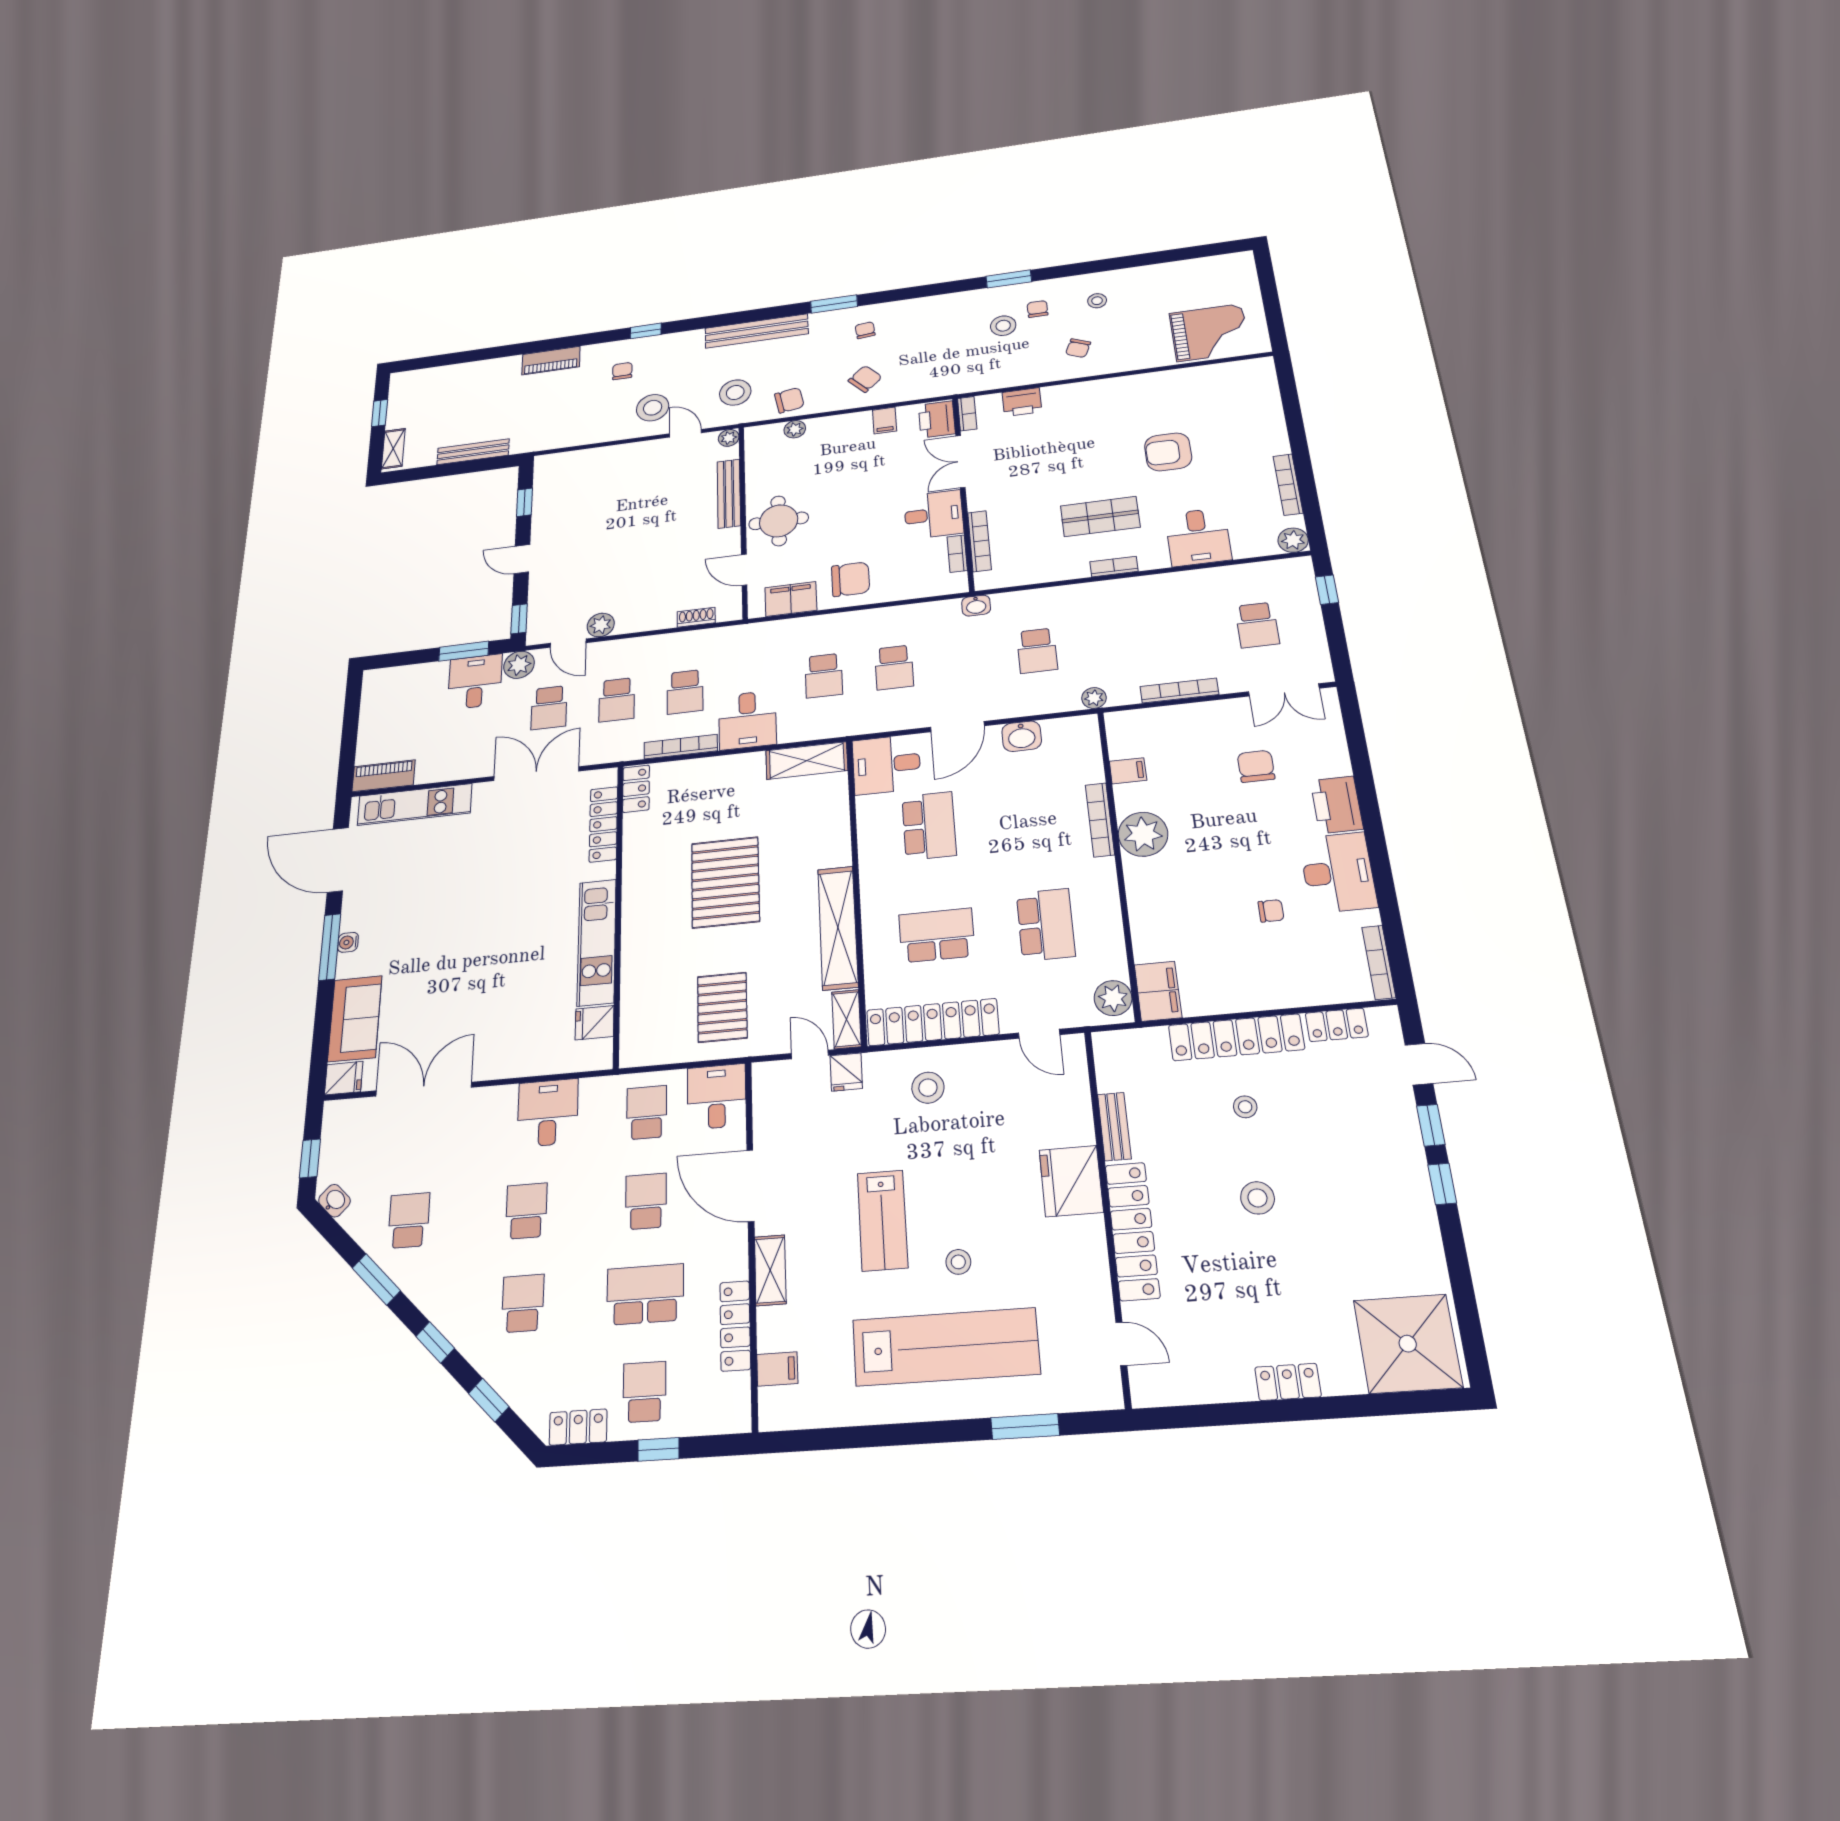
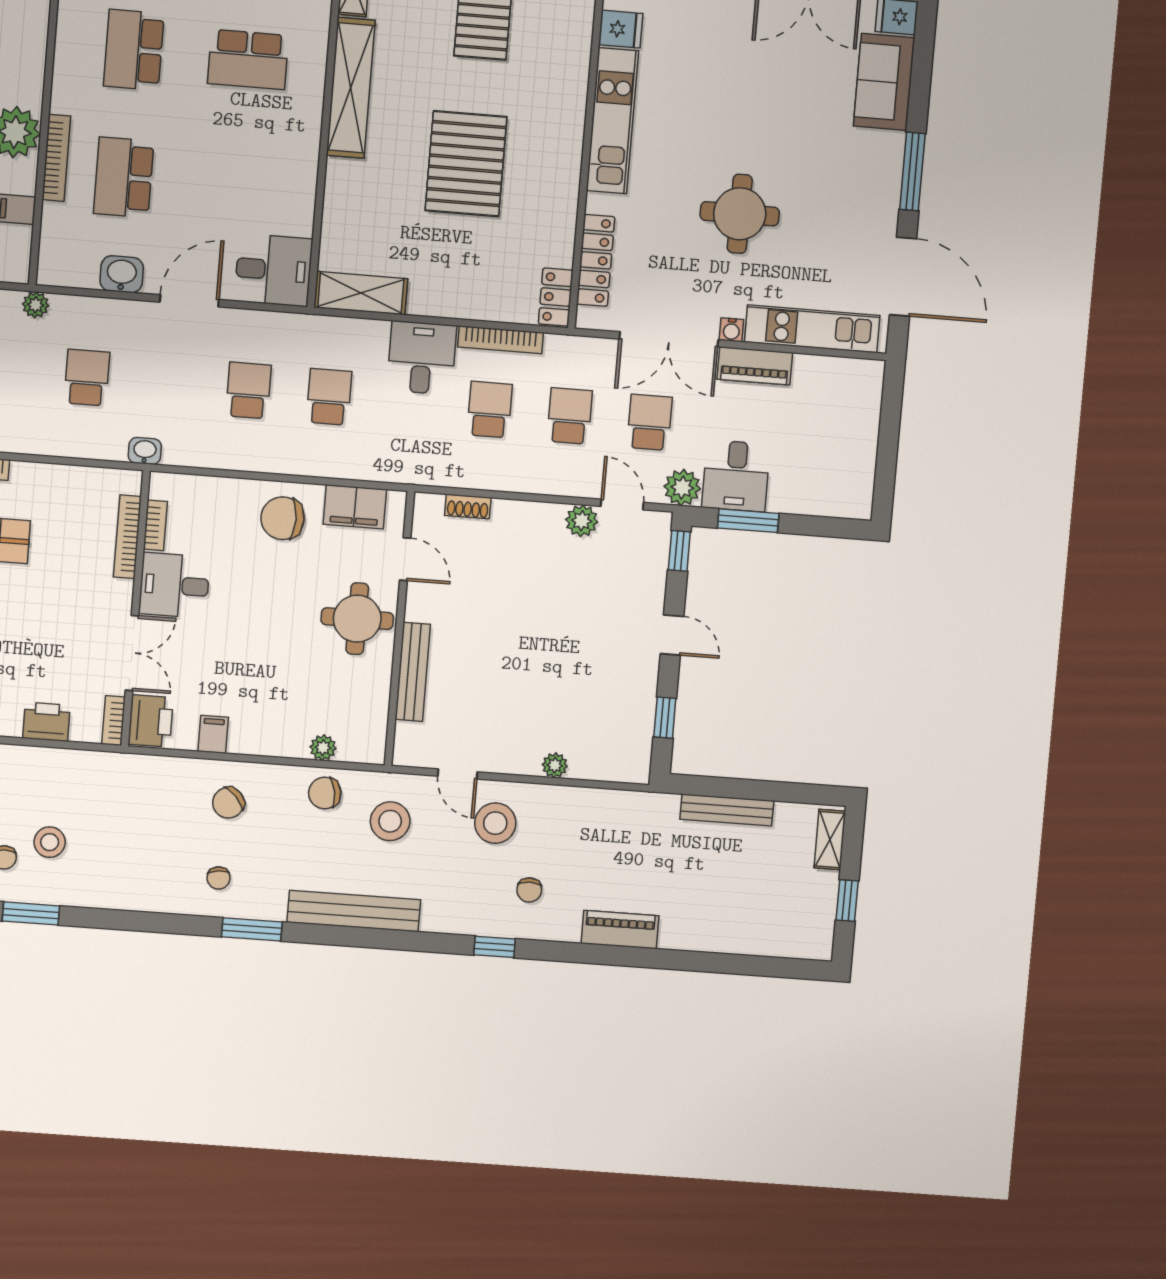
plant: (729, 438) -> (555, 765), moved
piano: (384, 776) -> (755, 366), moved
school desk: (929, 826) -> (124, 177), moved
round table: (480, 885) -> (740, 214), added
water cooler: (348, 942) -> (731, 330), moved, turned 90

